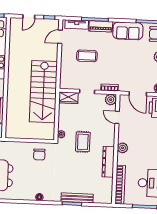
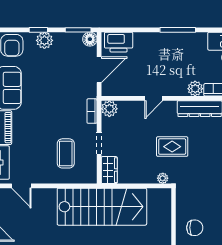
coffee table: (87, 56) -> (66, 153), moved
door: (117, 117) -> (154, 98), moved
plant: (123, 148) -> (195, 89), moved
chair: (39, 154) -> (195, 228), moved

